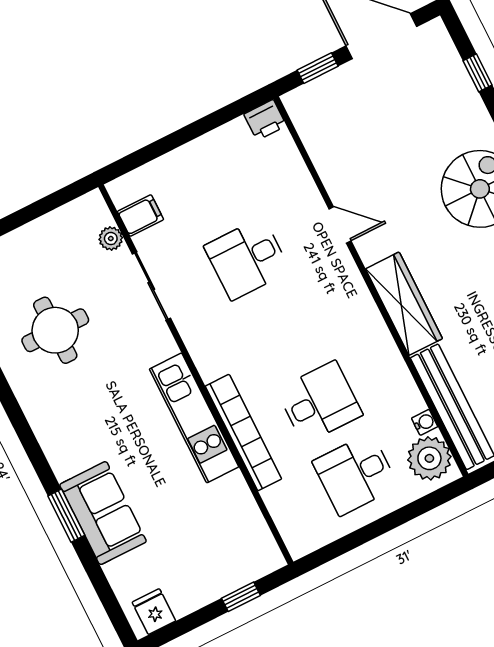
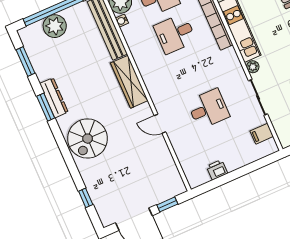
printer: (265, 120) -> (217, 170), moved
plant: (111, 239) -> (253, 67), moved

